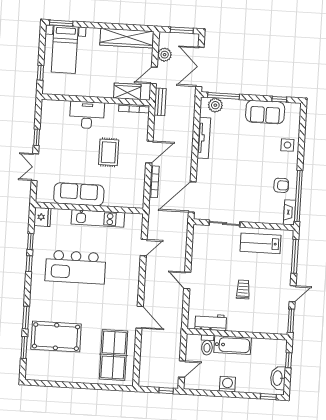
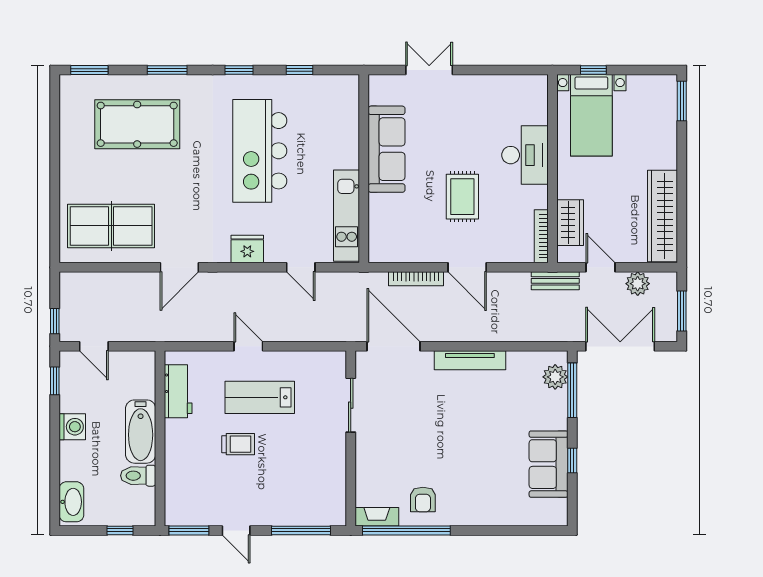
bed with nightstands: (65, 49) -> (591, 115), moved, turned -90
window: (279, 99) -> (572, 461), moved
window: (37, 137) -> (481, 70), removed
tv unit: (204, 138) -> (470, 360), moved
side table: (287, 145) -> (493, 506), removed
rug: (109, 152) -> (462, 197), turned 90
fridge: (42, 217) -> (247, 249), moved, turned 180
kitchen unit: (98, 218) -> (347, 216), moved
lab bench: (260, 243) -> (260, 397), moved, turned -90
window: (29, 264) -> (239, 70), moved
door: (187, 280) -> (248, 346), hinge flipped
pool table: (56, 337) -> (137, 124), turned 90
toilet: (207, 345) -> (138, 476), moved
window: (24, 348) -> (89, 70), moved
washbasin: (278, 378) -> (71, 502), moved, turned 90
window: (268, 397) -> (55, 381), moved

